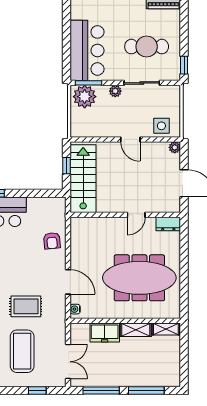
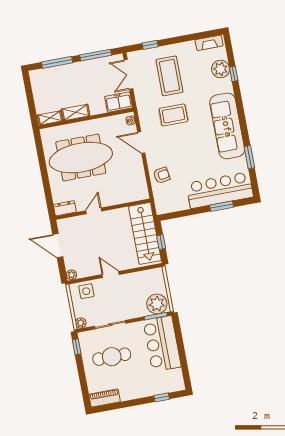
plant: (115, 91) -> (81, 323), moved
armchair: (52, 241) -> (162, 175), turned 86
freezer: (105, 332) -> (119, 102), moved

